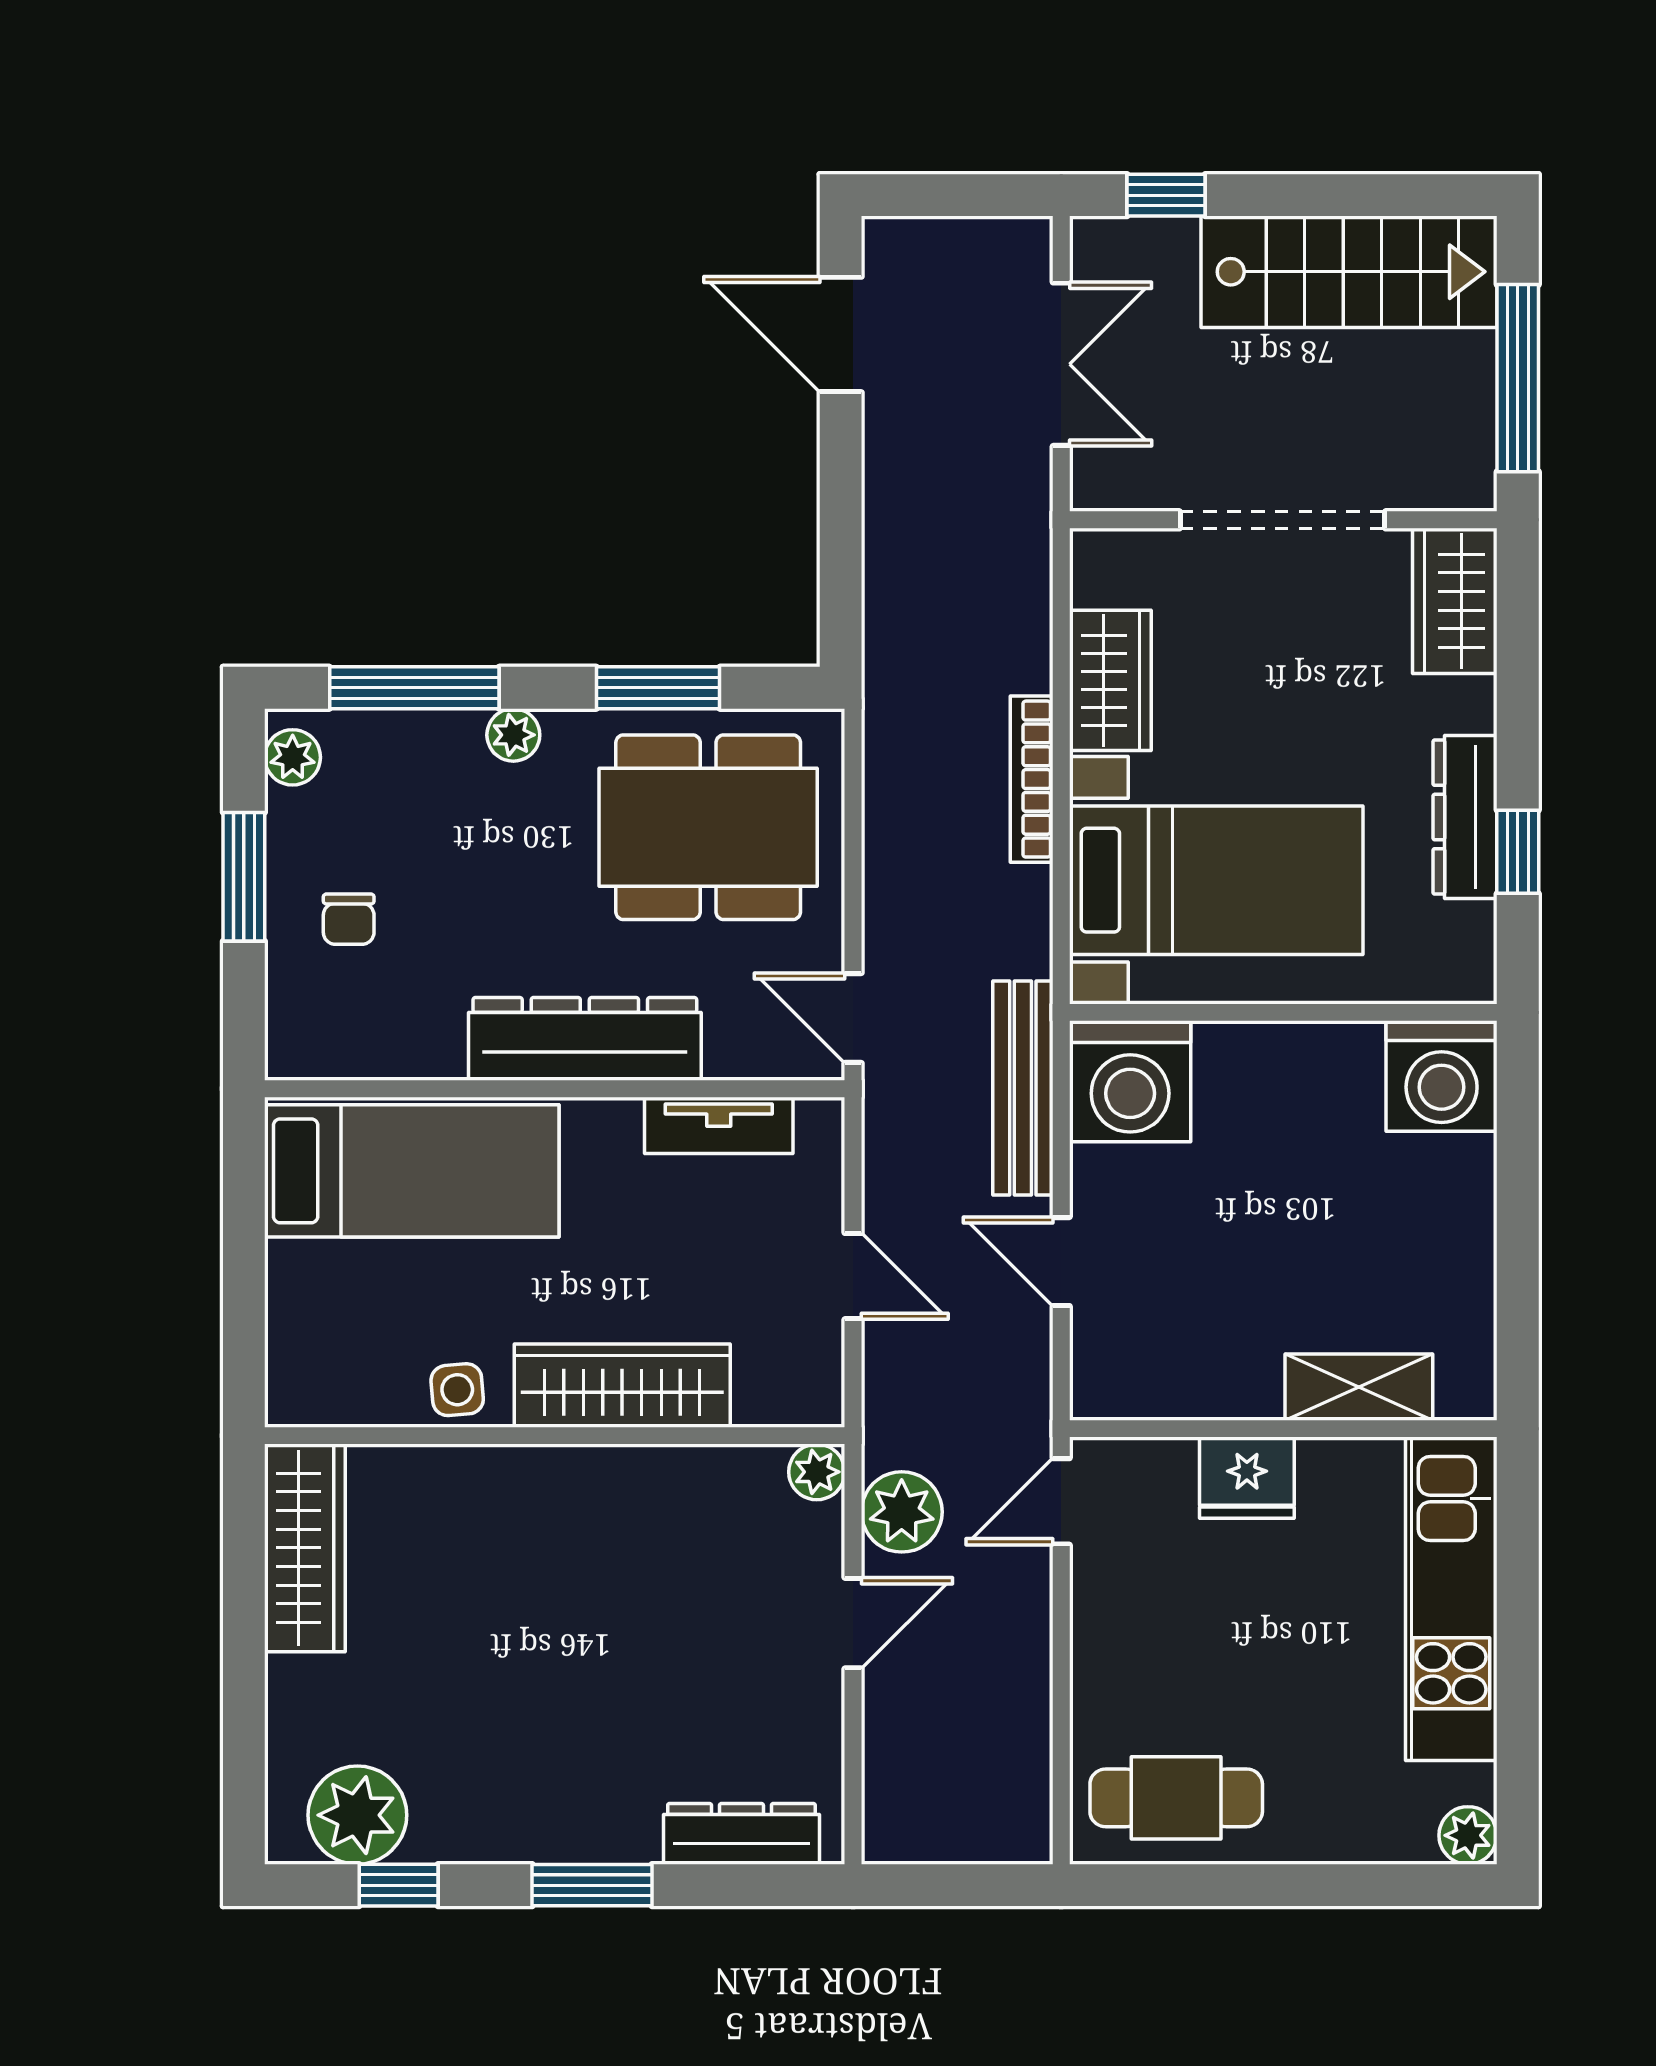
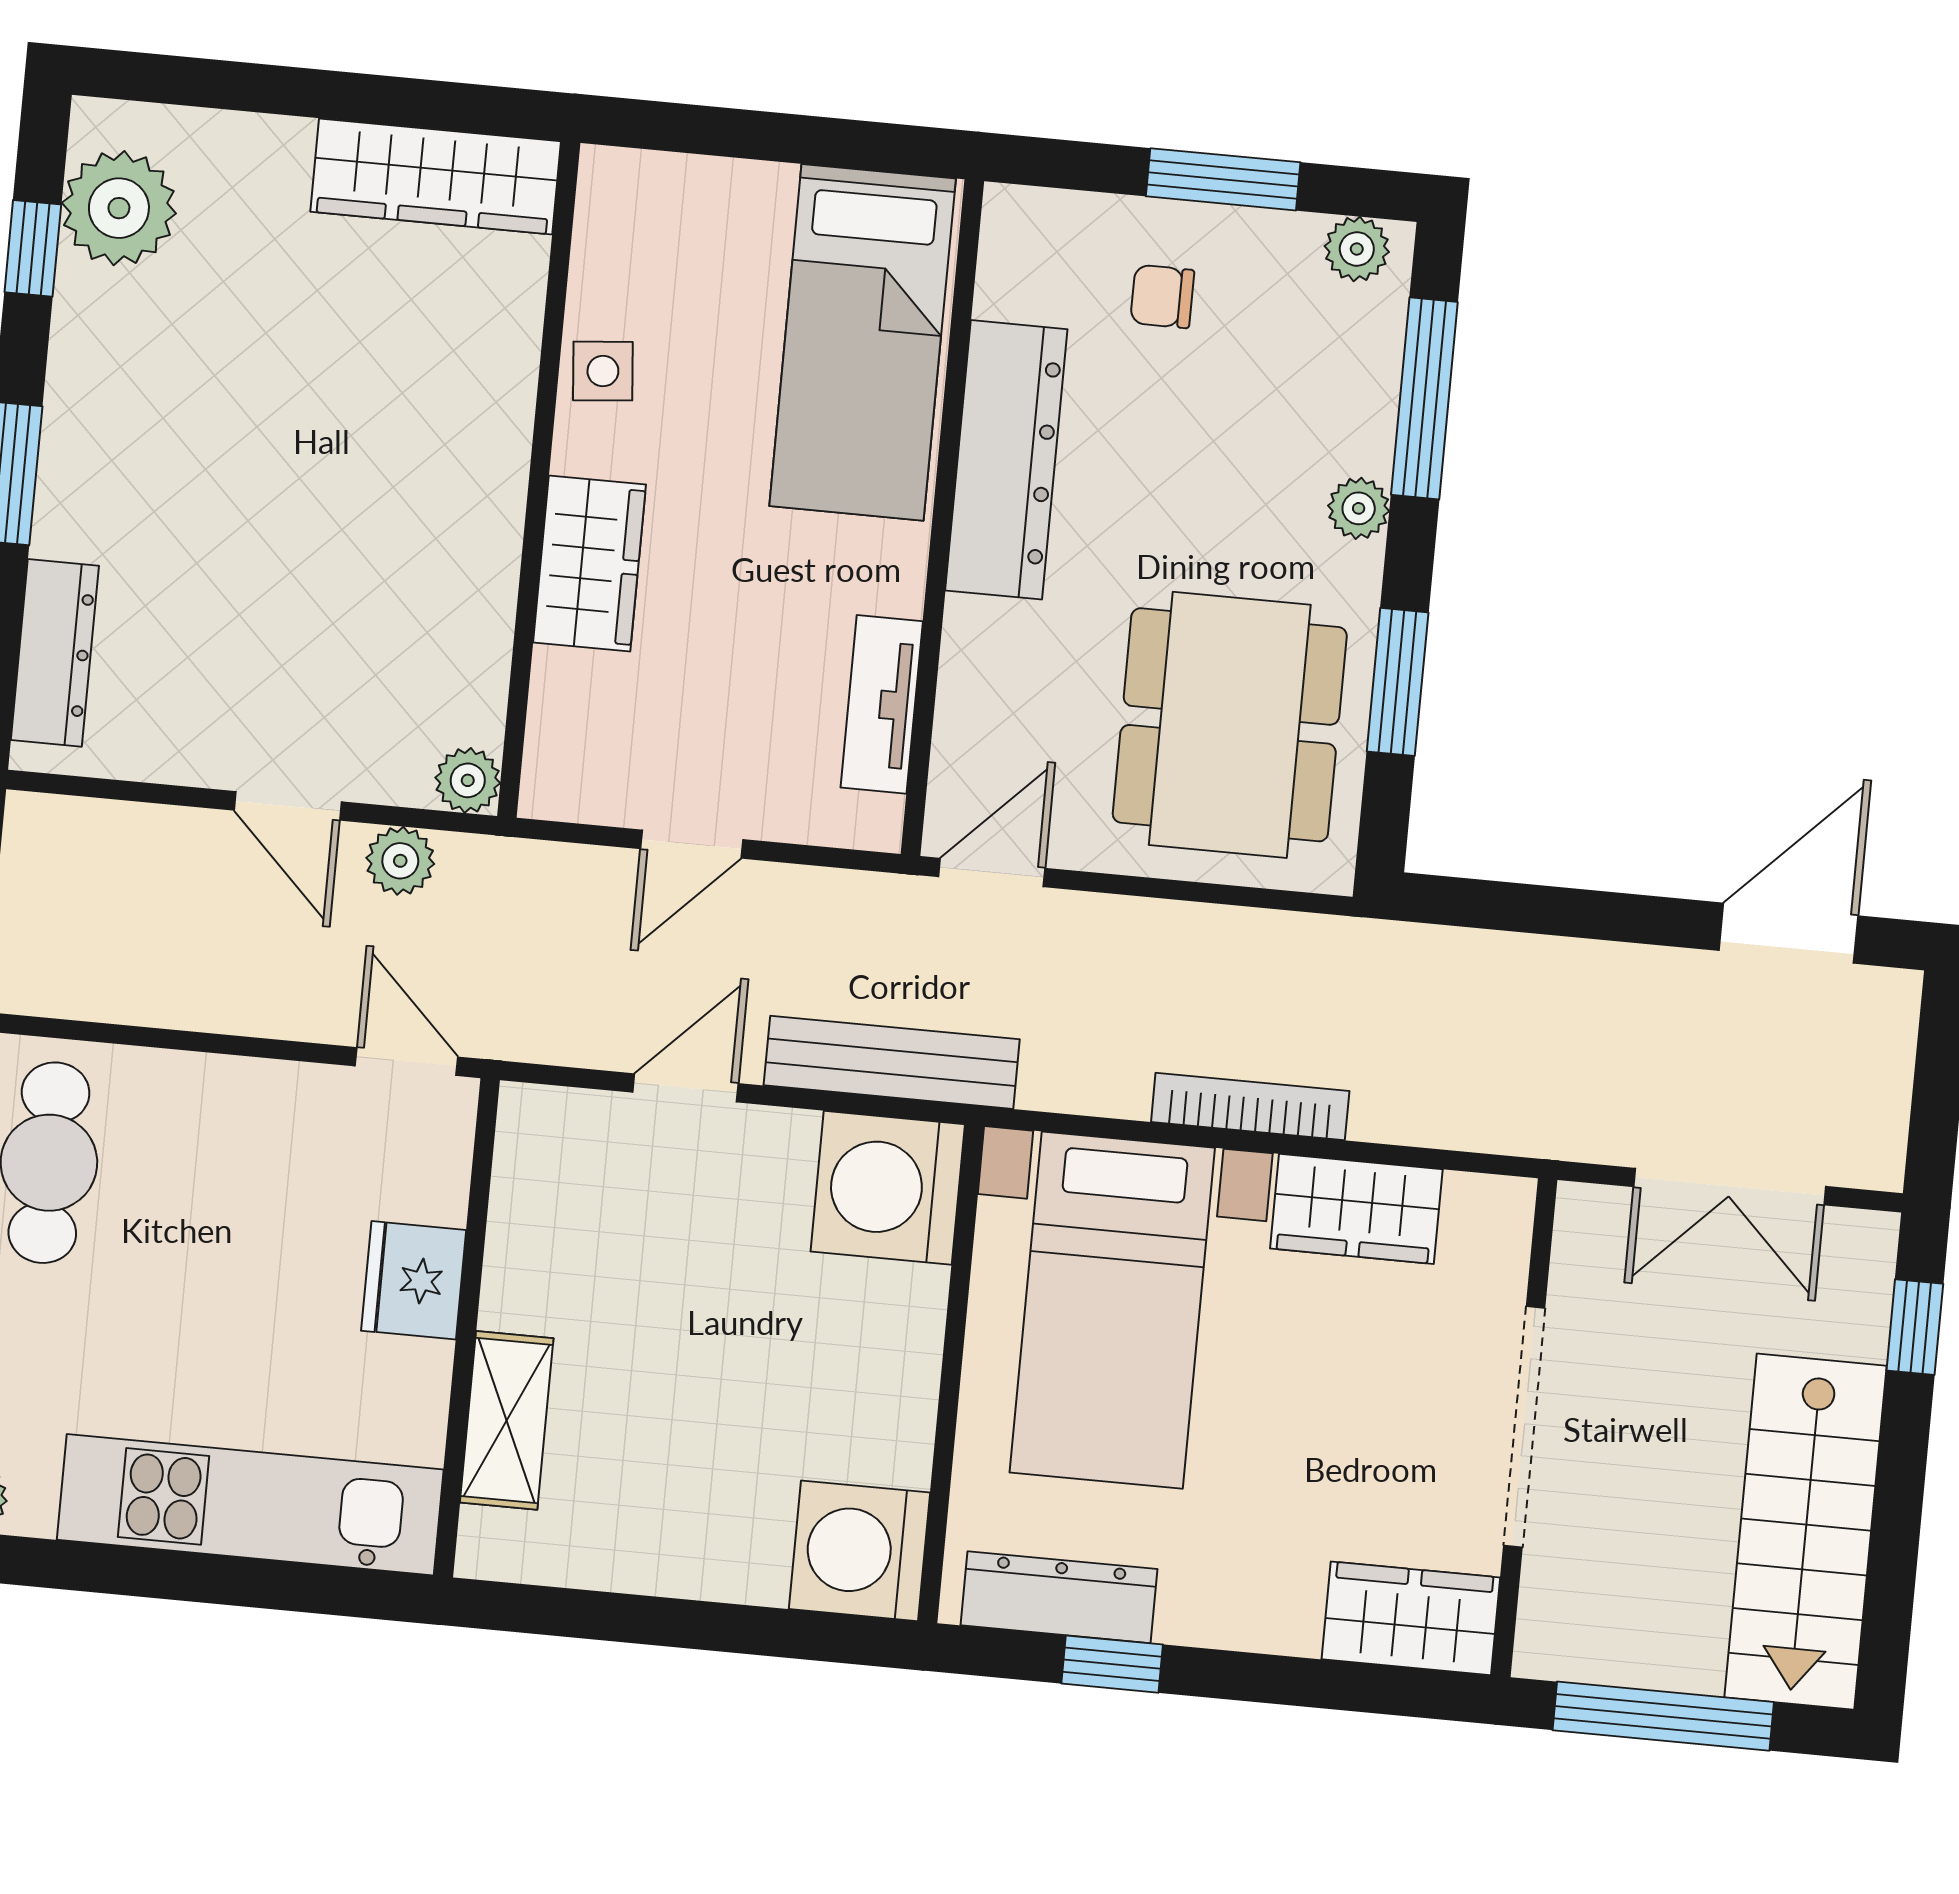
dresser: (1465, 817) -> (1059, 1597), moved
dresser: (585, 1039) -> (1006, 460), moved
wardrobe: (622, 1386) -> (590, 563), width x0.67
plant: (902, 1512) -> (400, 861), width x0.73, depth x0.73

